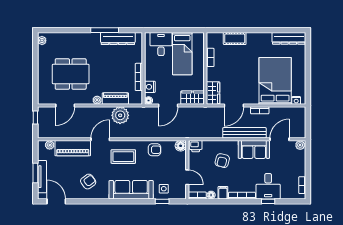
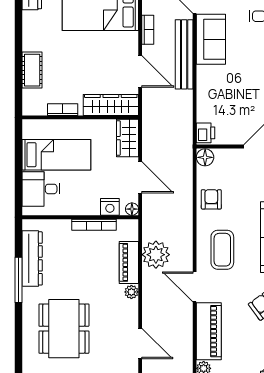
dining table: (71, 74) -> (64, 329), moved
wardrobe: (213, 93) -> (111, 105), width x1.50
armchair: (222, 161) -> (229, 90), removed

